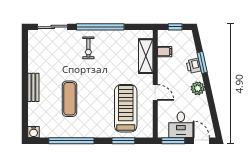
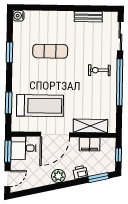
filing cabinet: (165, 52) -> (90, 144), width x2.00
window: (202, 62) -> (98, 178), moved
bench: (33, 87) -> (88, 17), moved
door: (155, 92) -> (55, 135), width x1.88
desk: (181, 125) -> (23, 148), moved
window: (71, 141) -> (9, 52), width x0.47

